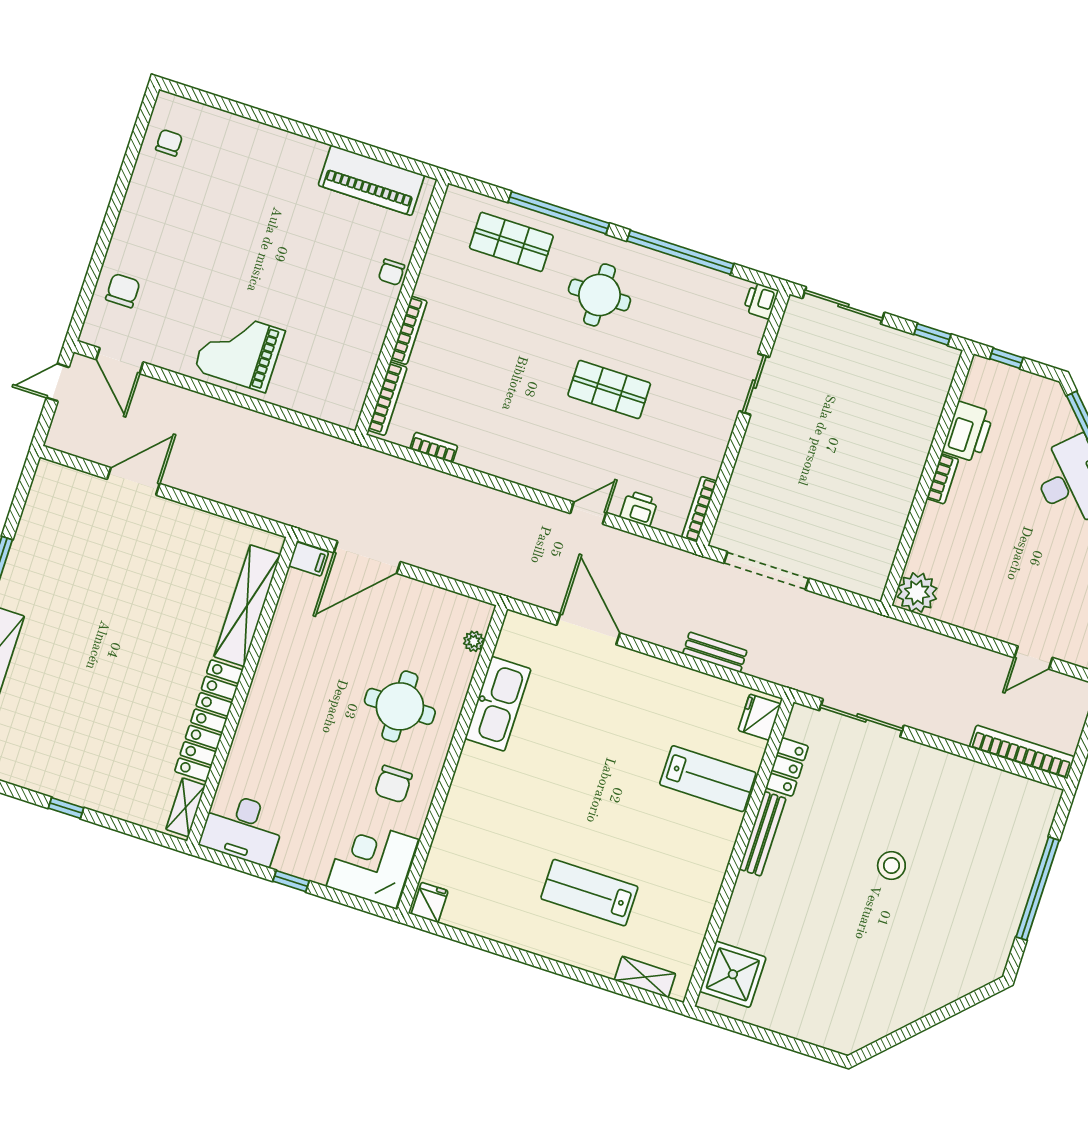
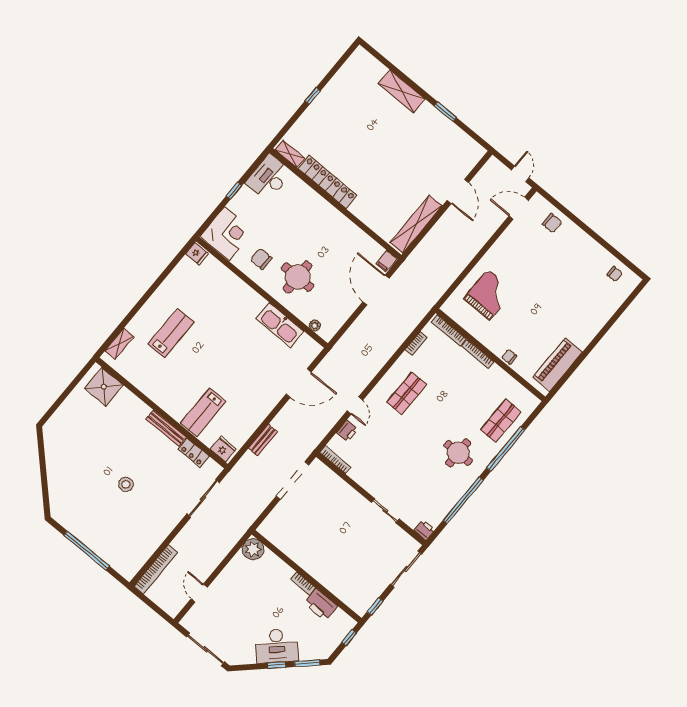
grand piano: (239, 350) -> (489, 295), moved
shop shelf: (609, 389) -> (407, 393), moved
shelving: (247, 606) -> (416, 224), moved, turned 90

